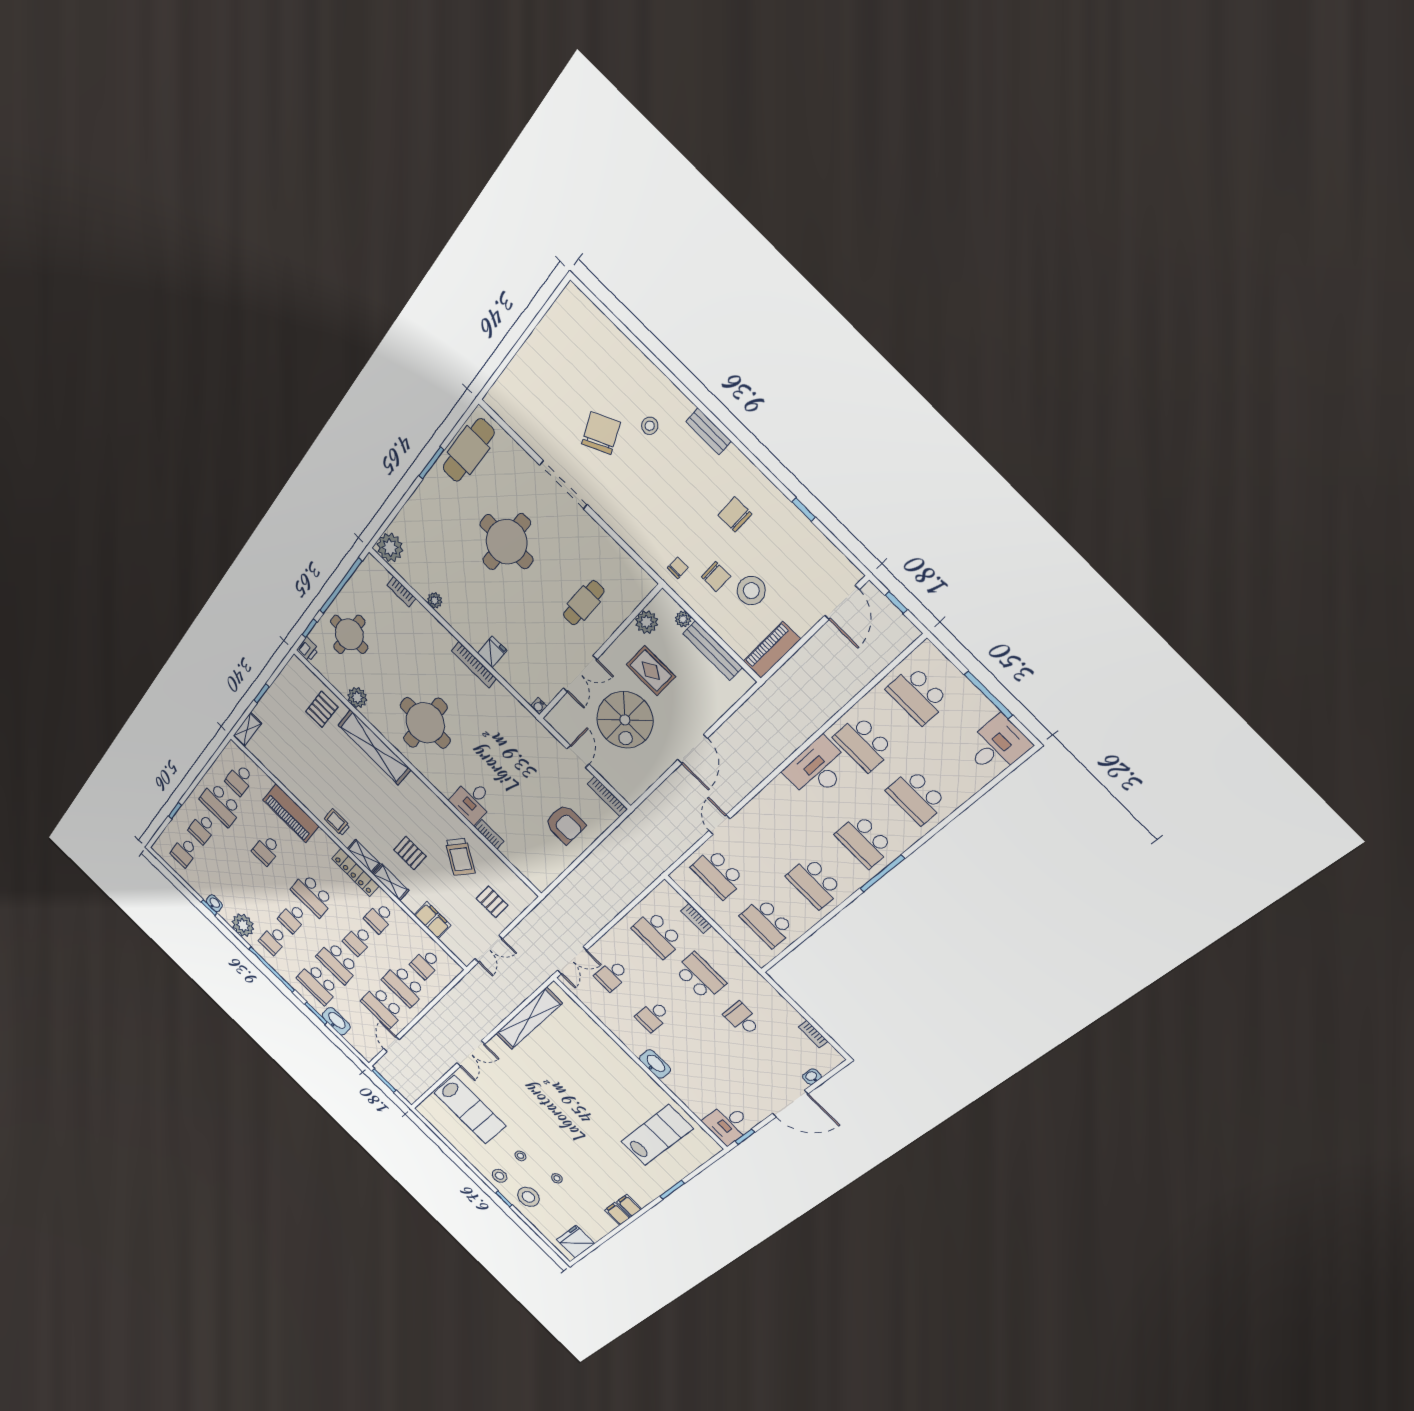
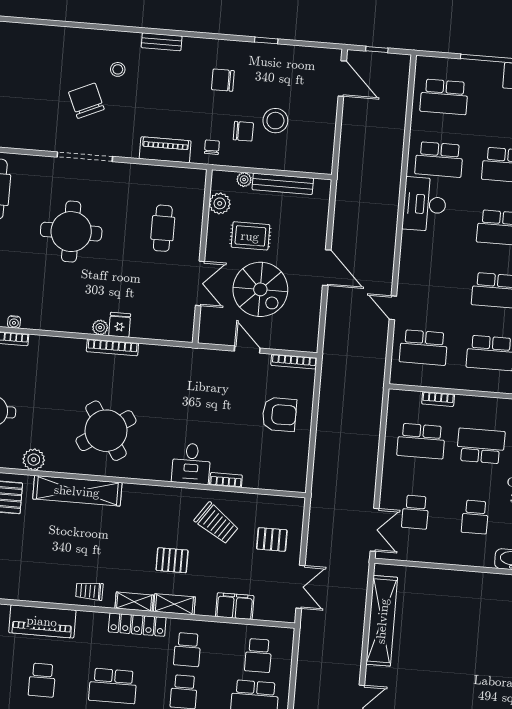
plant: (435, 600) -> (100, 327), moved
piano: (772, 650) -> (165, 150), moved, turned 90
water cooler: (539, 706) -> (14, 322), moved
round table: (425, 723) -> (106, 431), turned -33

